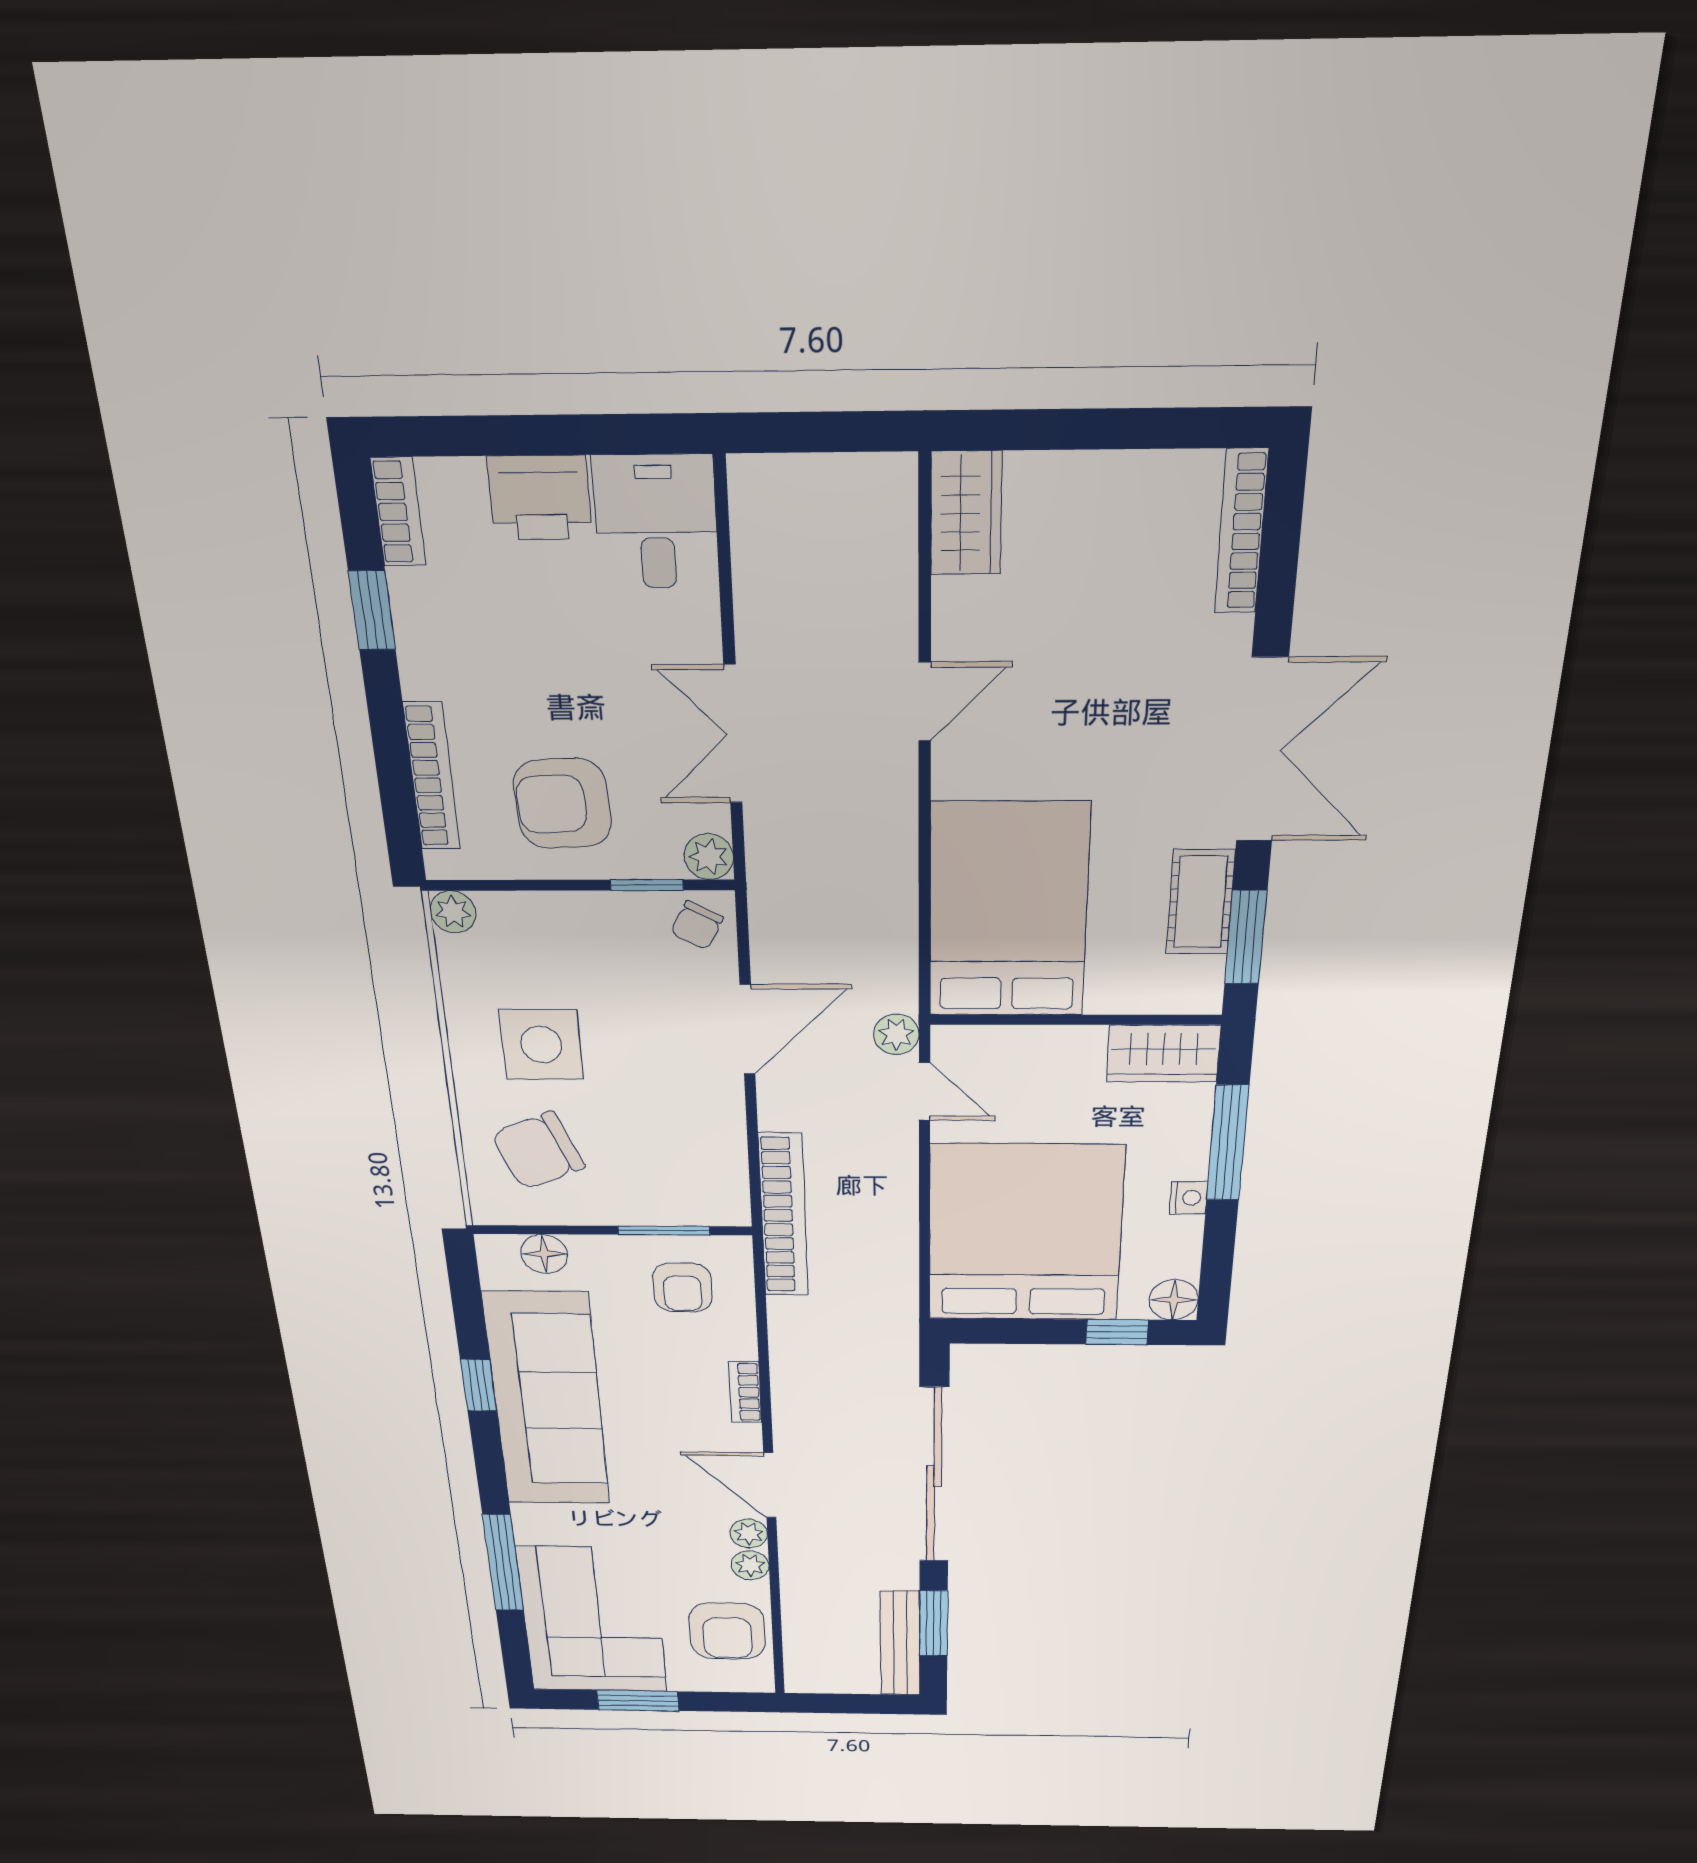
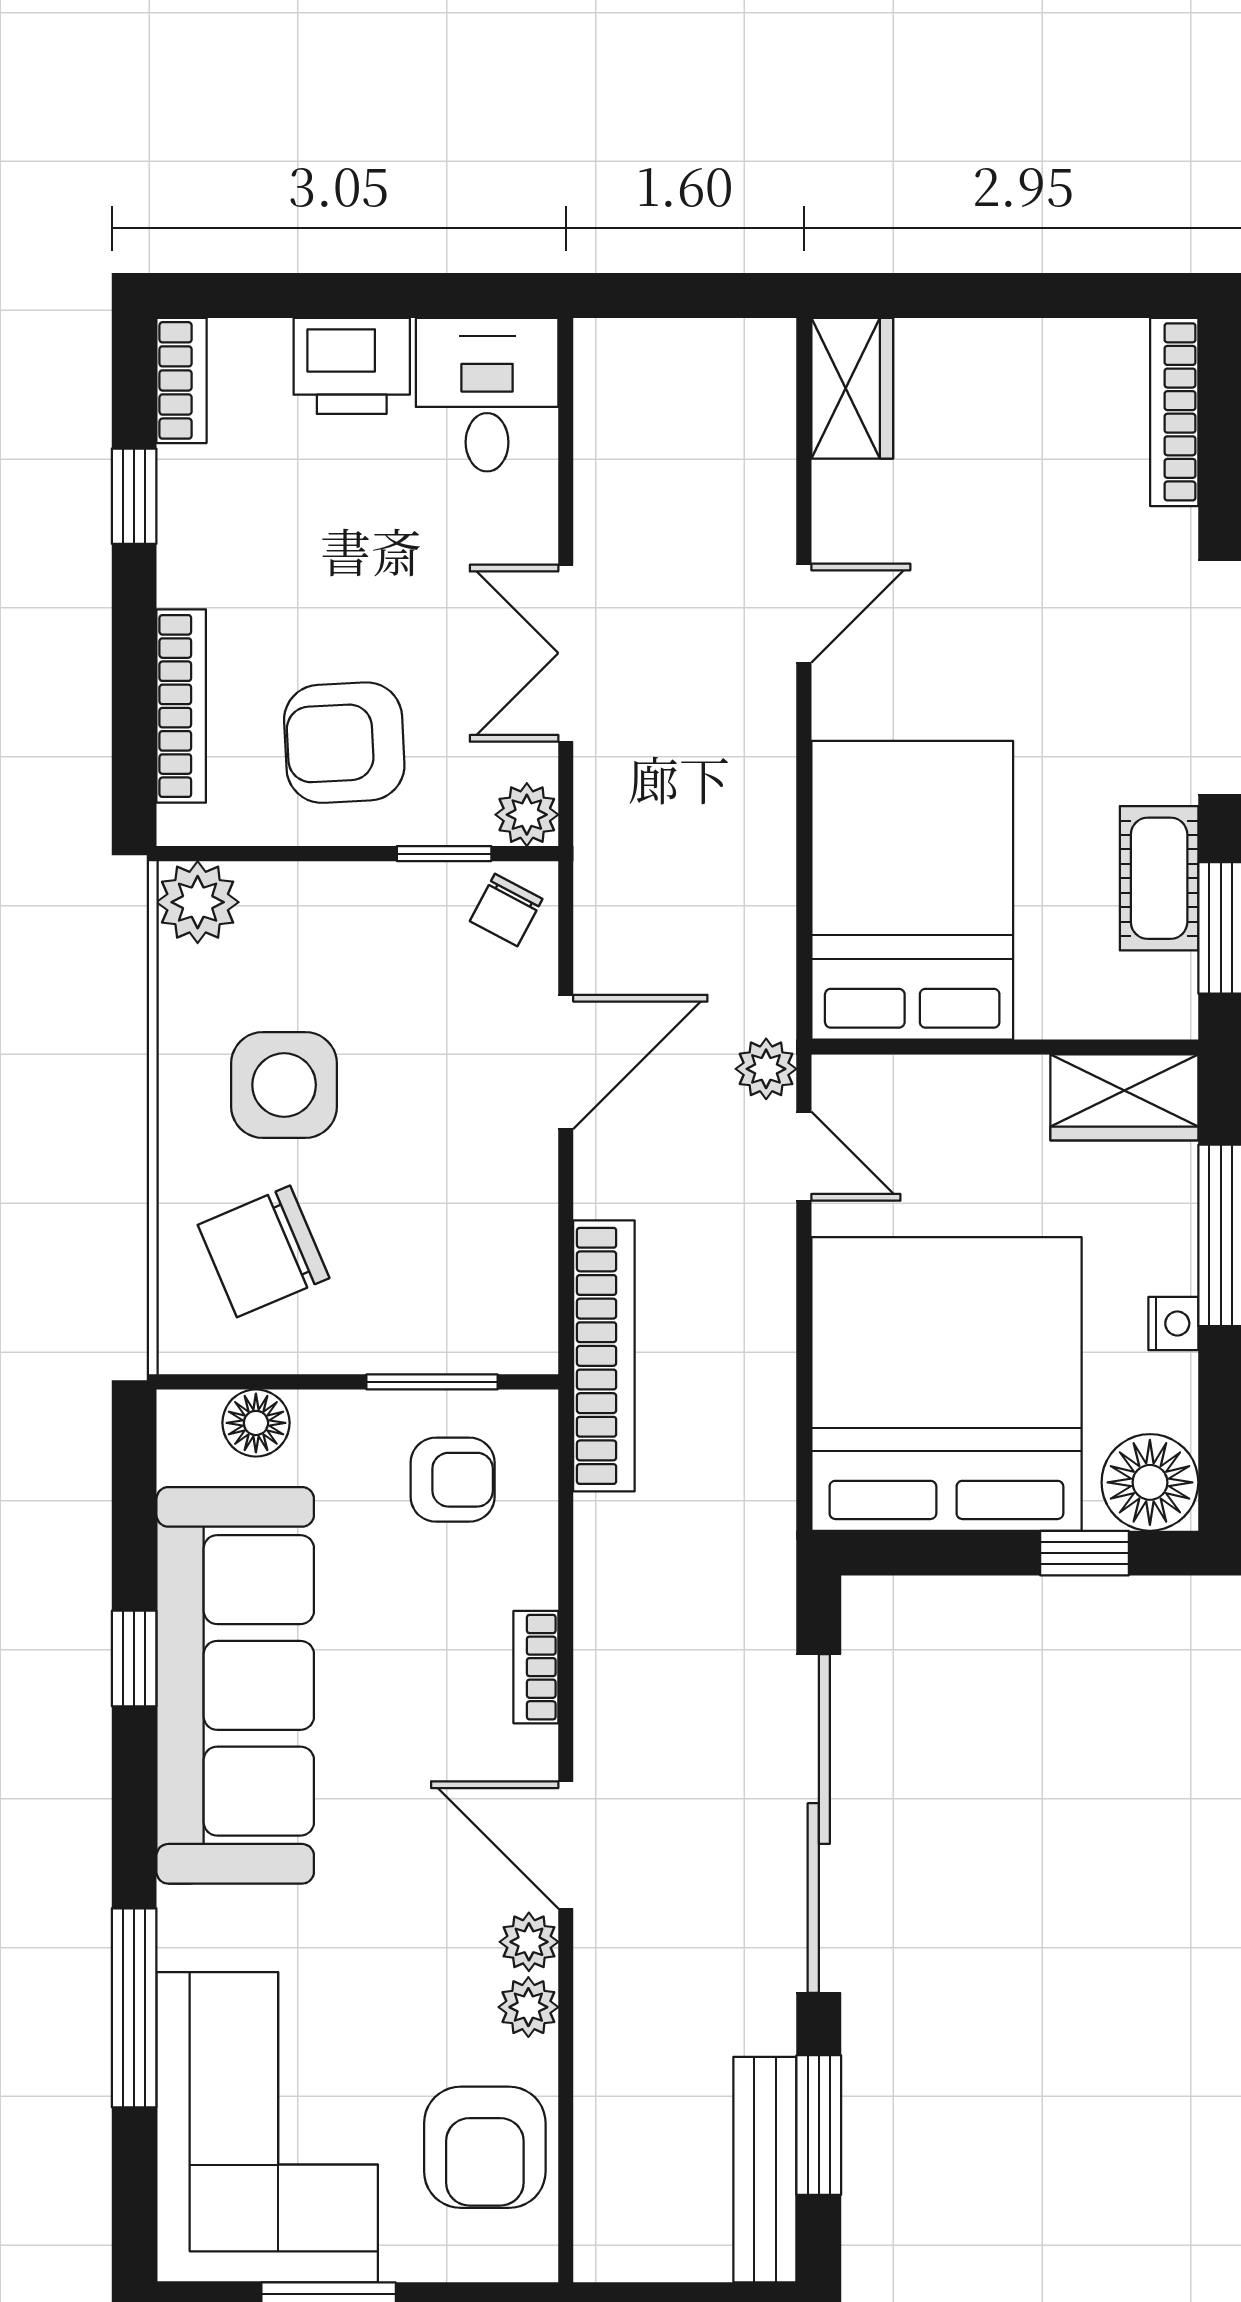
plant: (453, 912) -> (198, 902), width x1.38, depth x1.38
armchair: (682, 1288) -> (453, 1480), turned -90
floor lamp: (1174, 1300) -> (1150, 1482), width x1.38, depth x1.38

